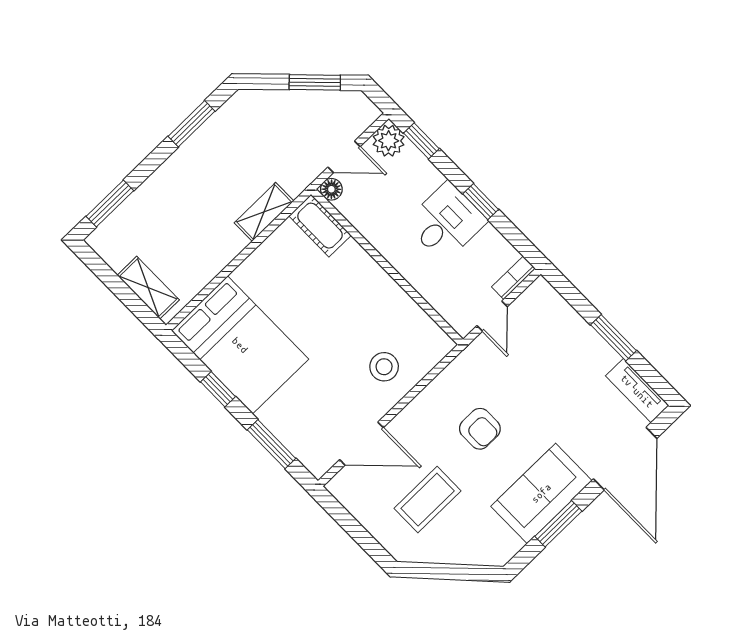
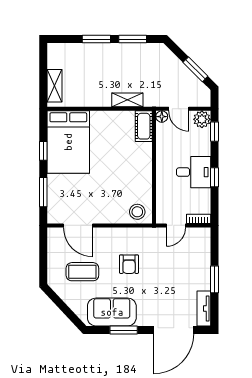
window: (110, 204) -> (96, 39), moved
stool: (384, 367) -> (137, 212), moved
sofa: (541, 493) -> (112, 312), moved

